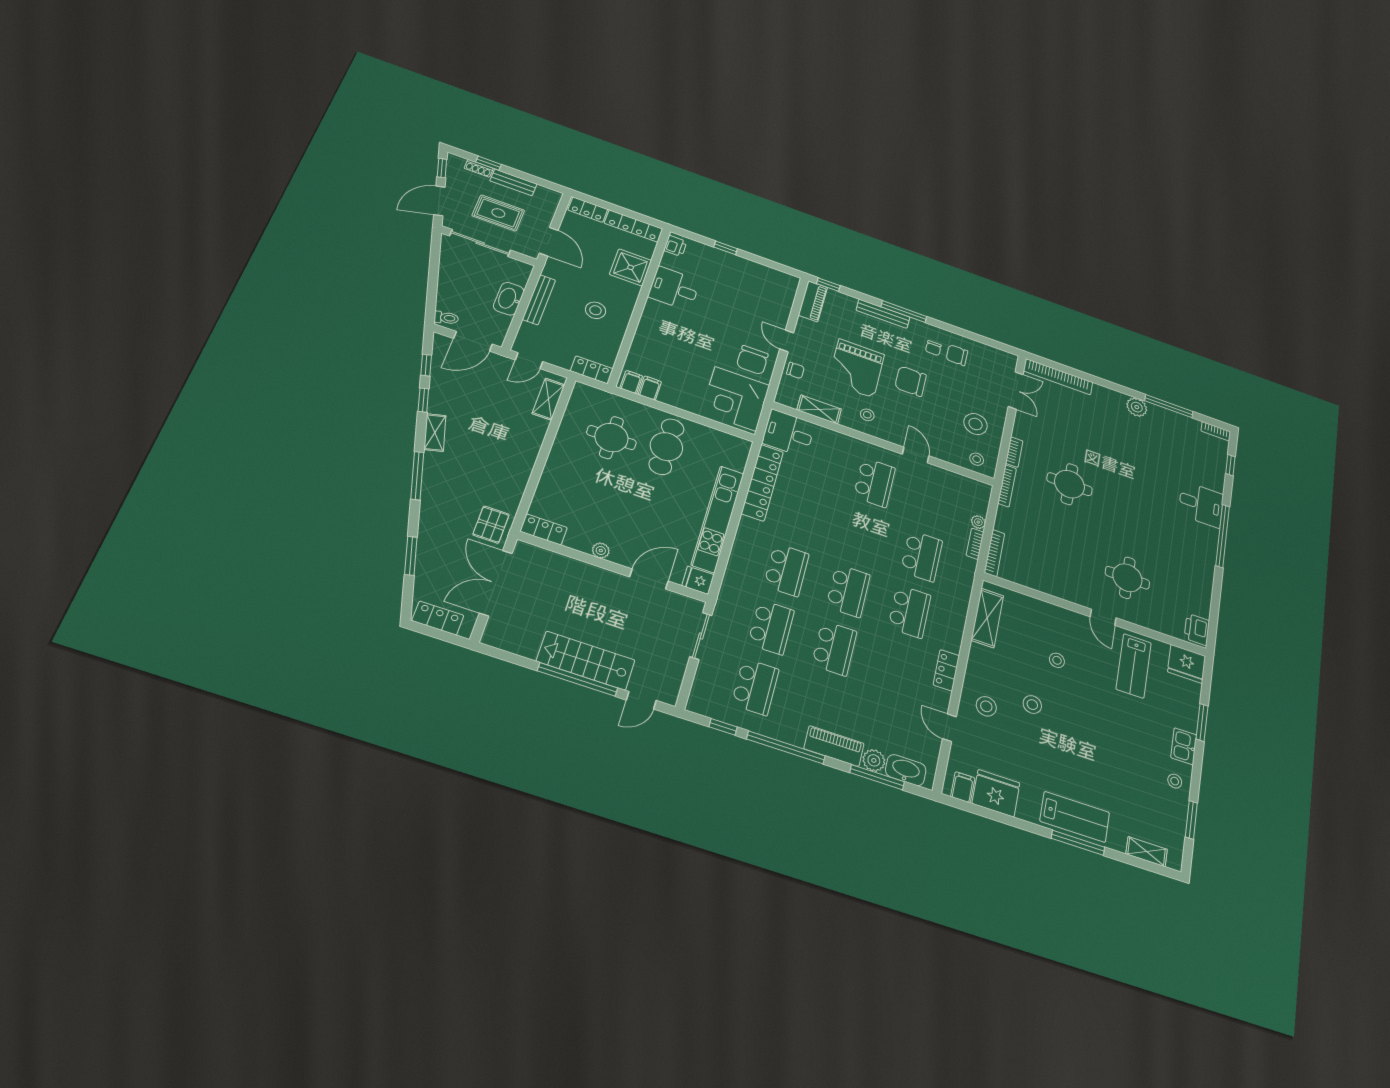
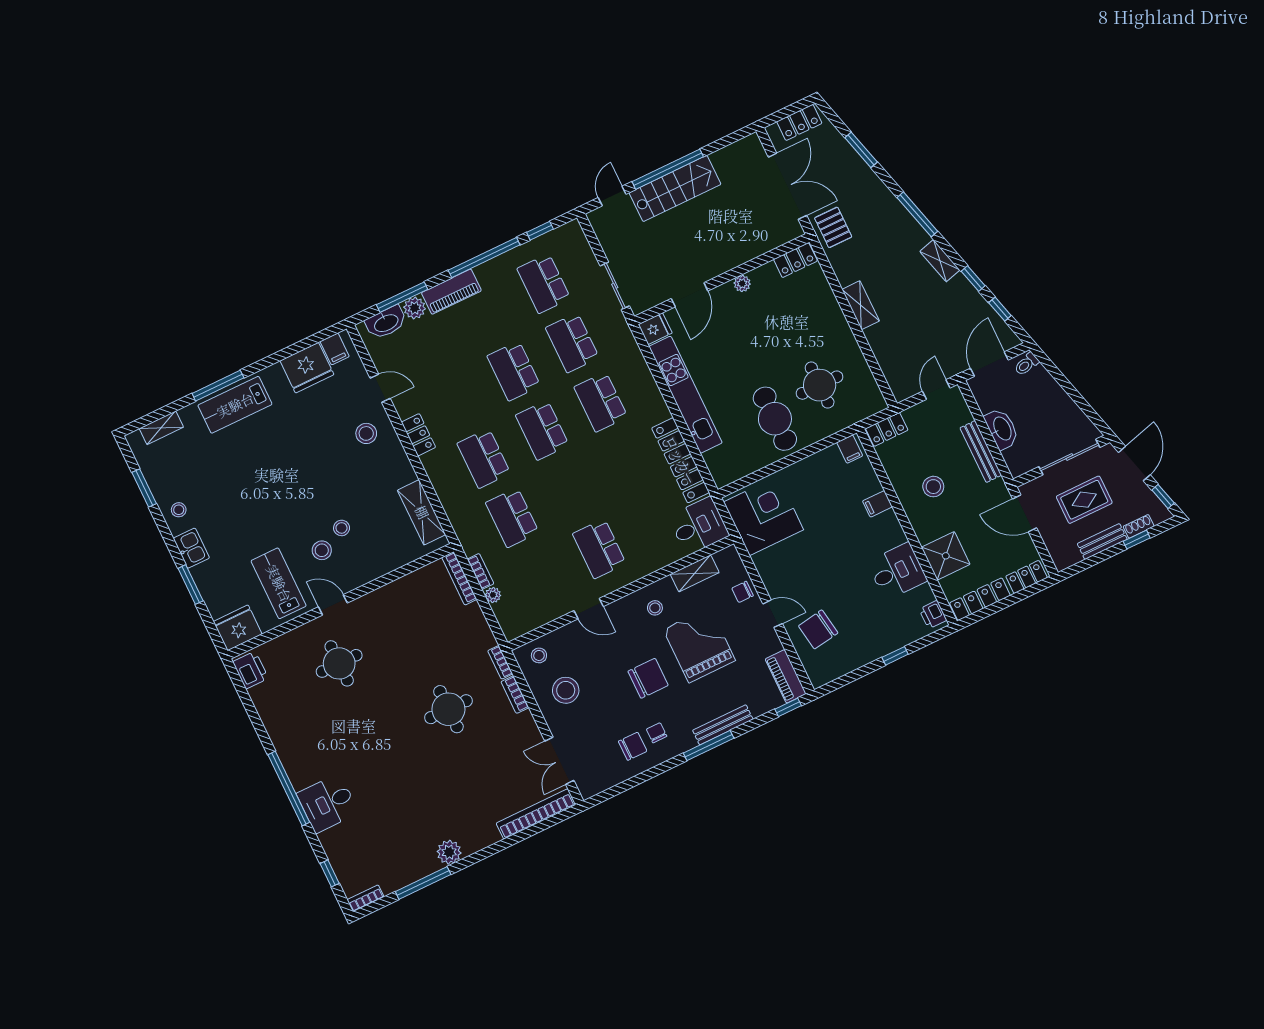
chair: (752, 360) -> (818, 629), moved, turned -99
filing cabinet: (650, 388) -> (877, 504), moved, turned 90
shelving: (548, 399) -> (861, 305), moved
bookcase: (1007, 486) -> (500, 662), width x0.64
stool: (1032, 705) -> (322, 550), moved

